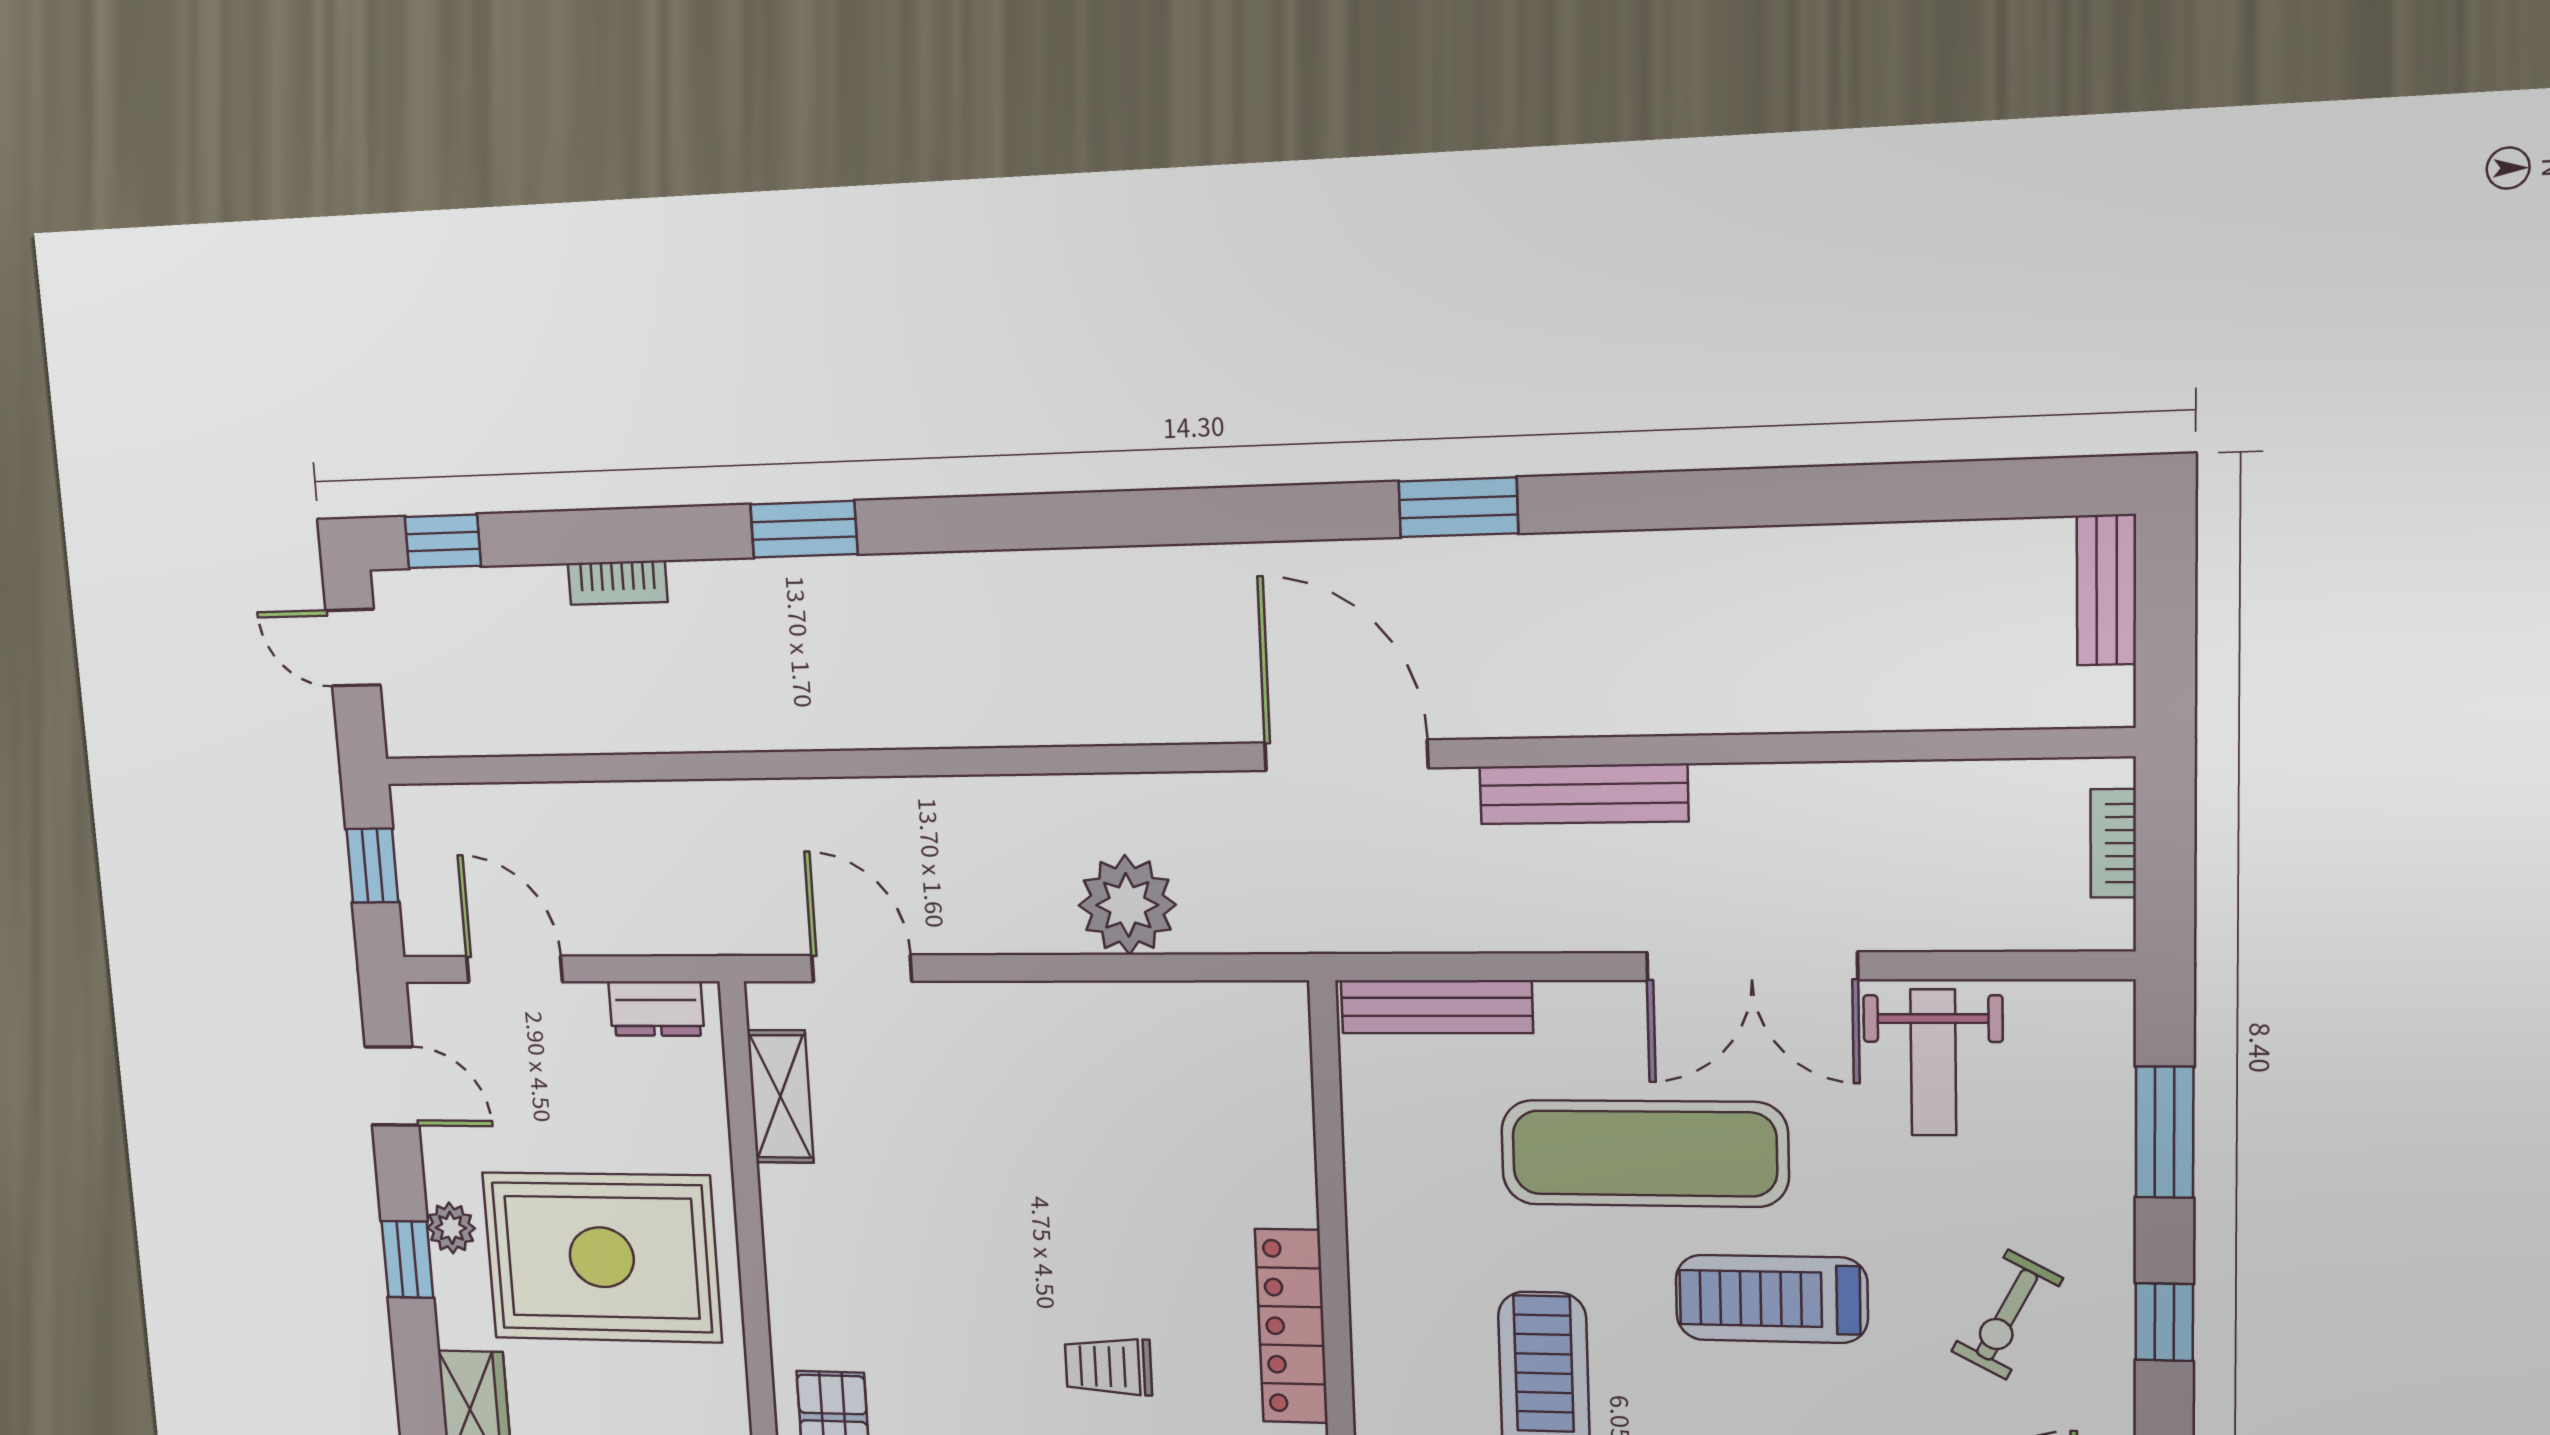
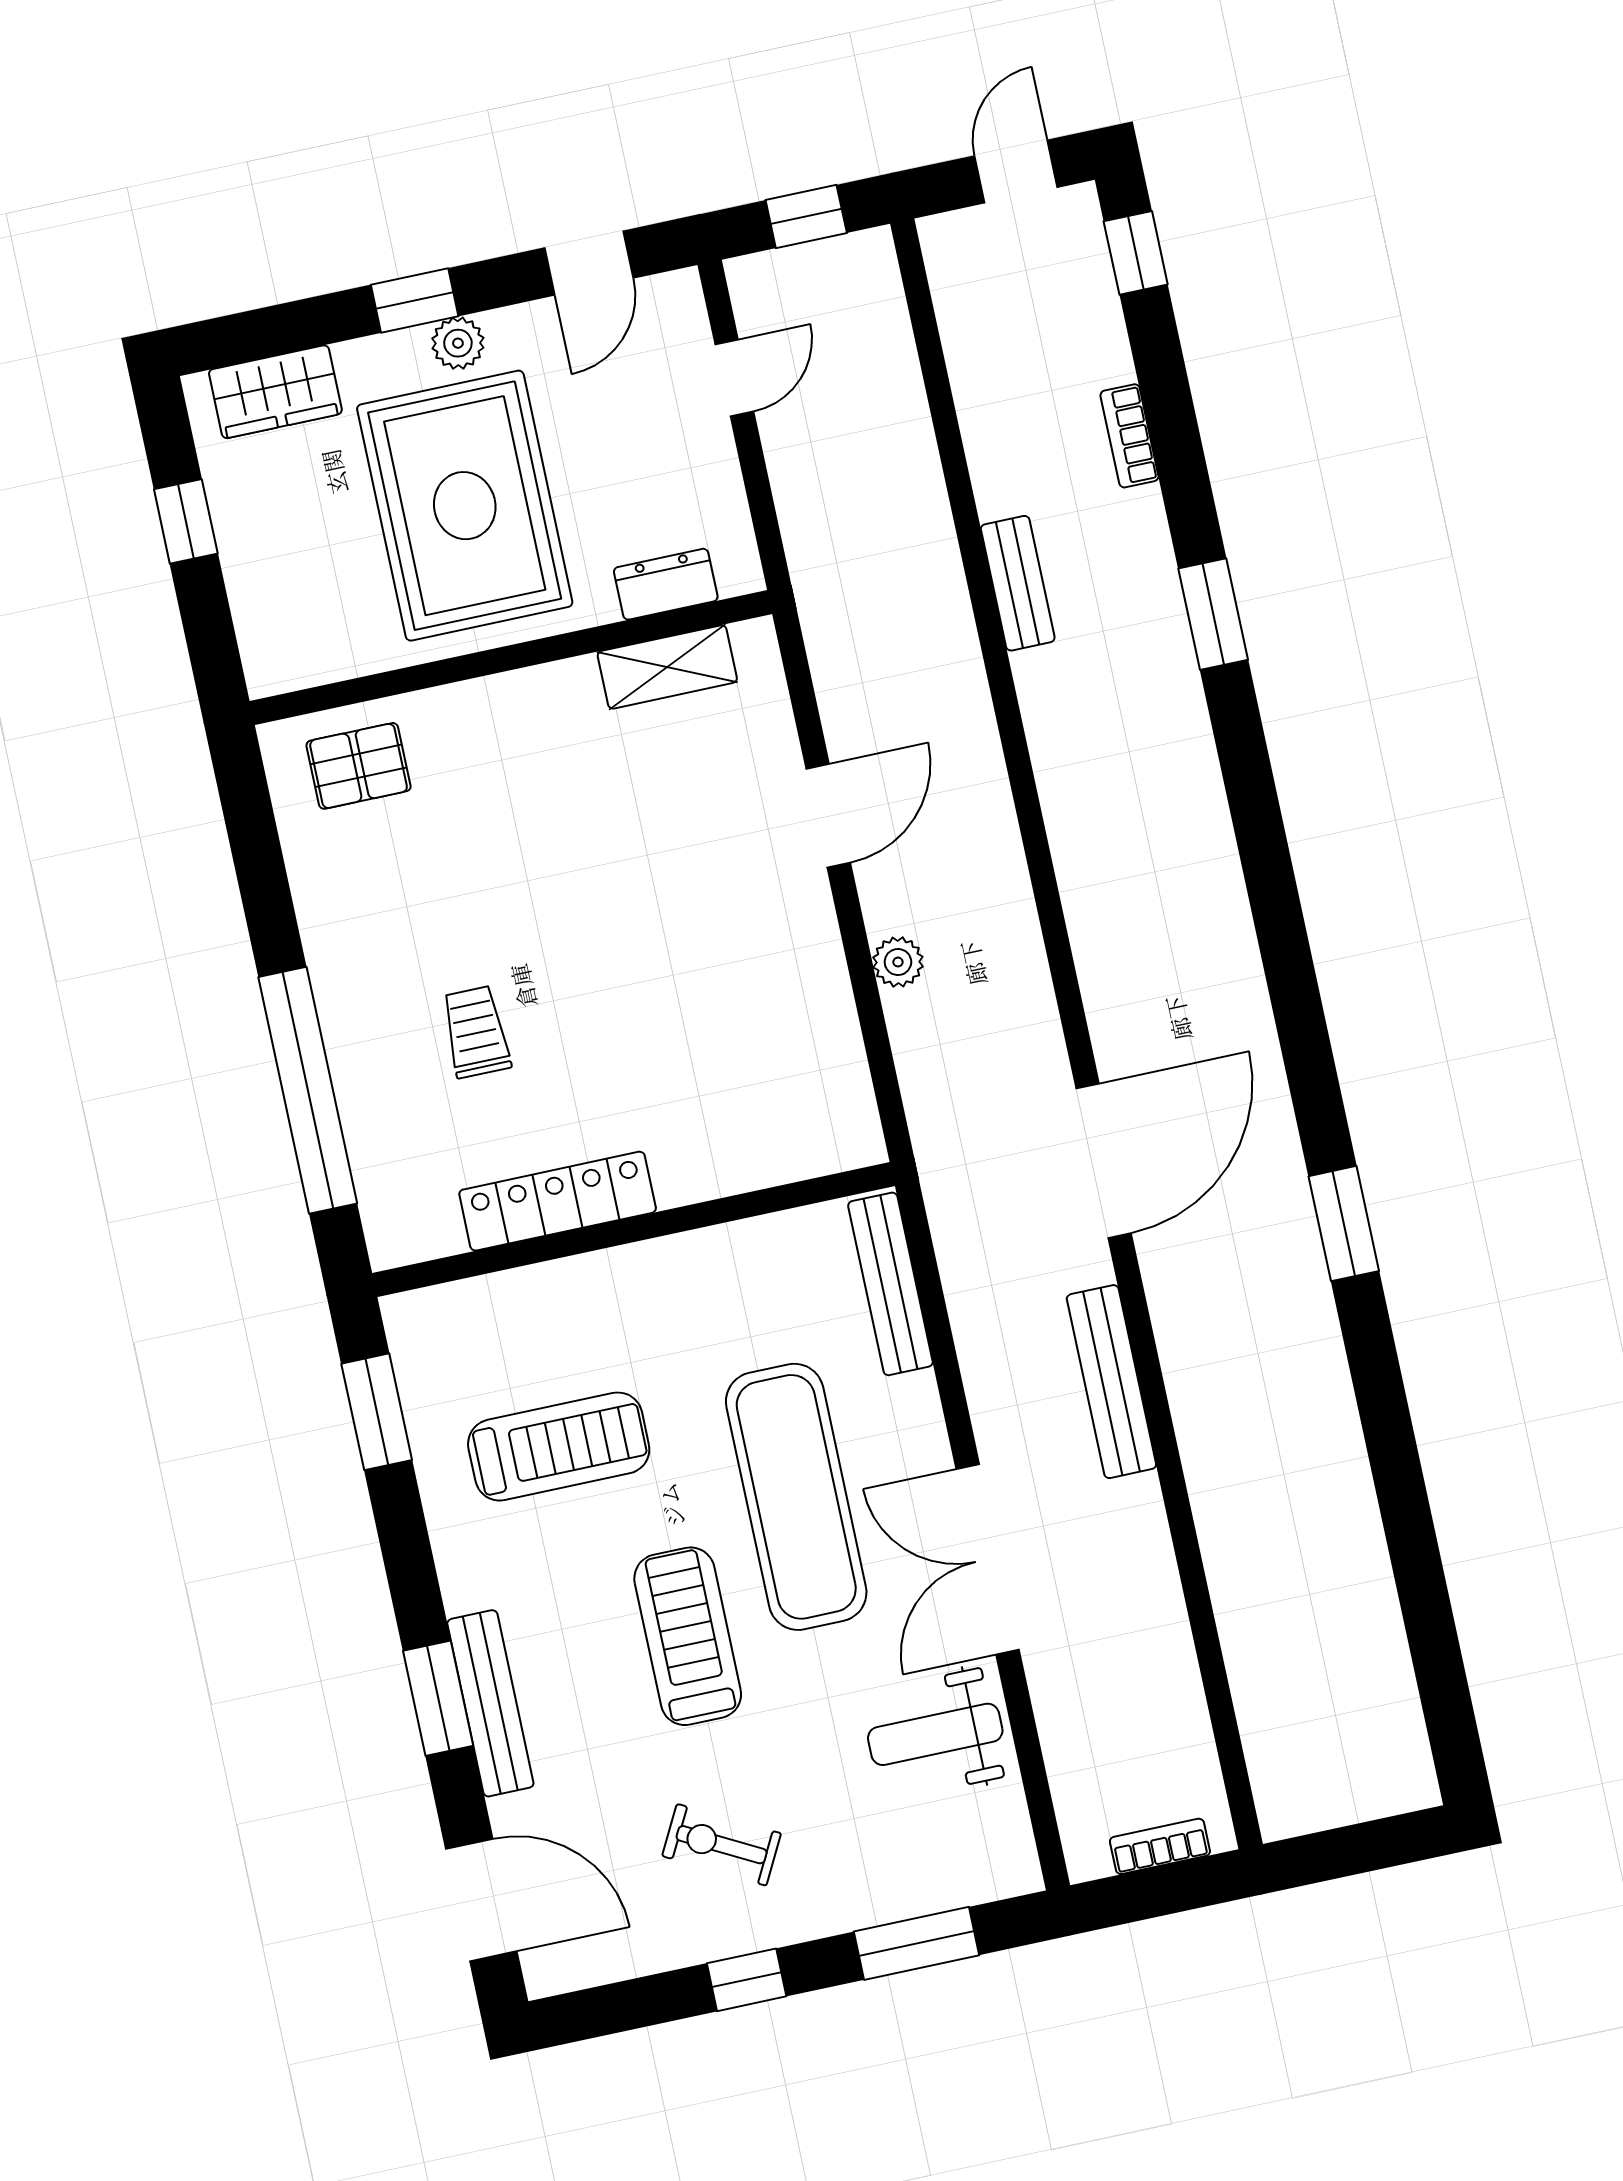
bench: (2107, 590) -> (1018, 583), moved, turned 90
plant: (1127, 905) -> (898, 962), width x0.53, depth x0.53
door: (862, 968) -> (828, 816), moved
door: (514, 969) -> (734, 378), width x0.73
dresser: (656, 1009) -> (666, 584), moved, turned 90

